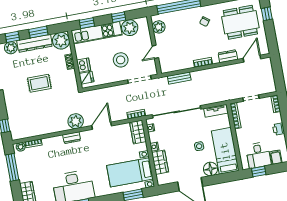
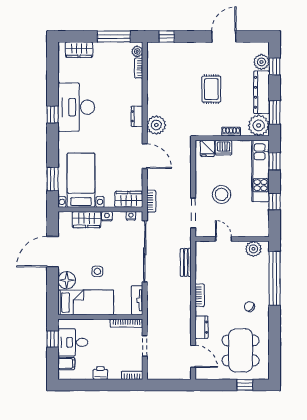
plant: (130, 28) -> (259, 213), removed
window: (38, 32) -> (275, 112), moved

